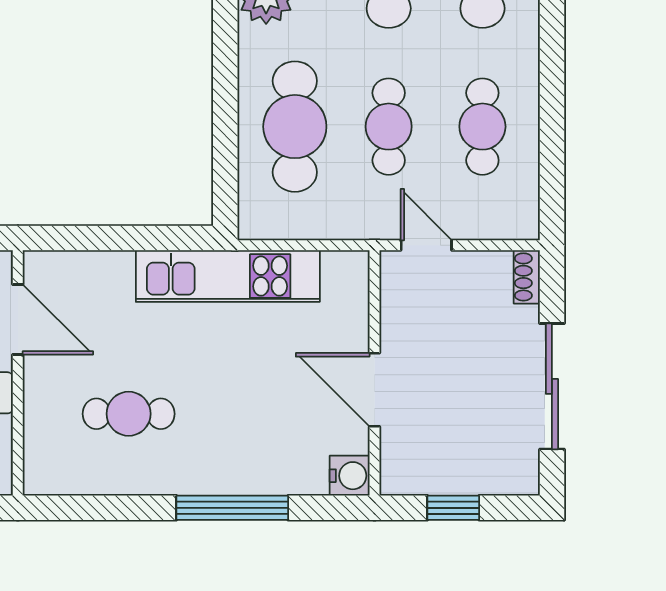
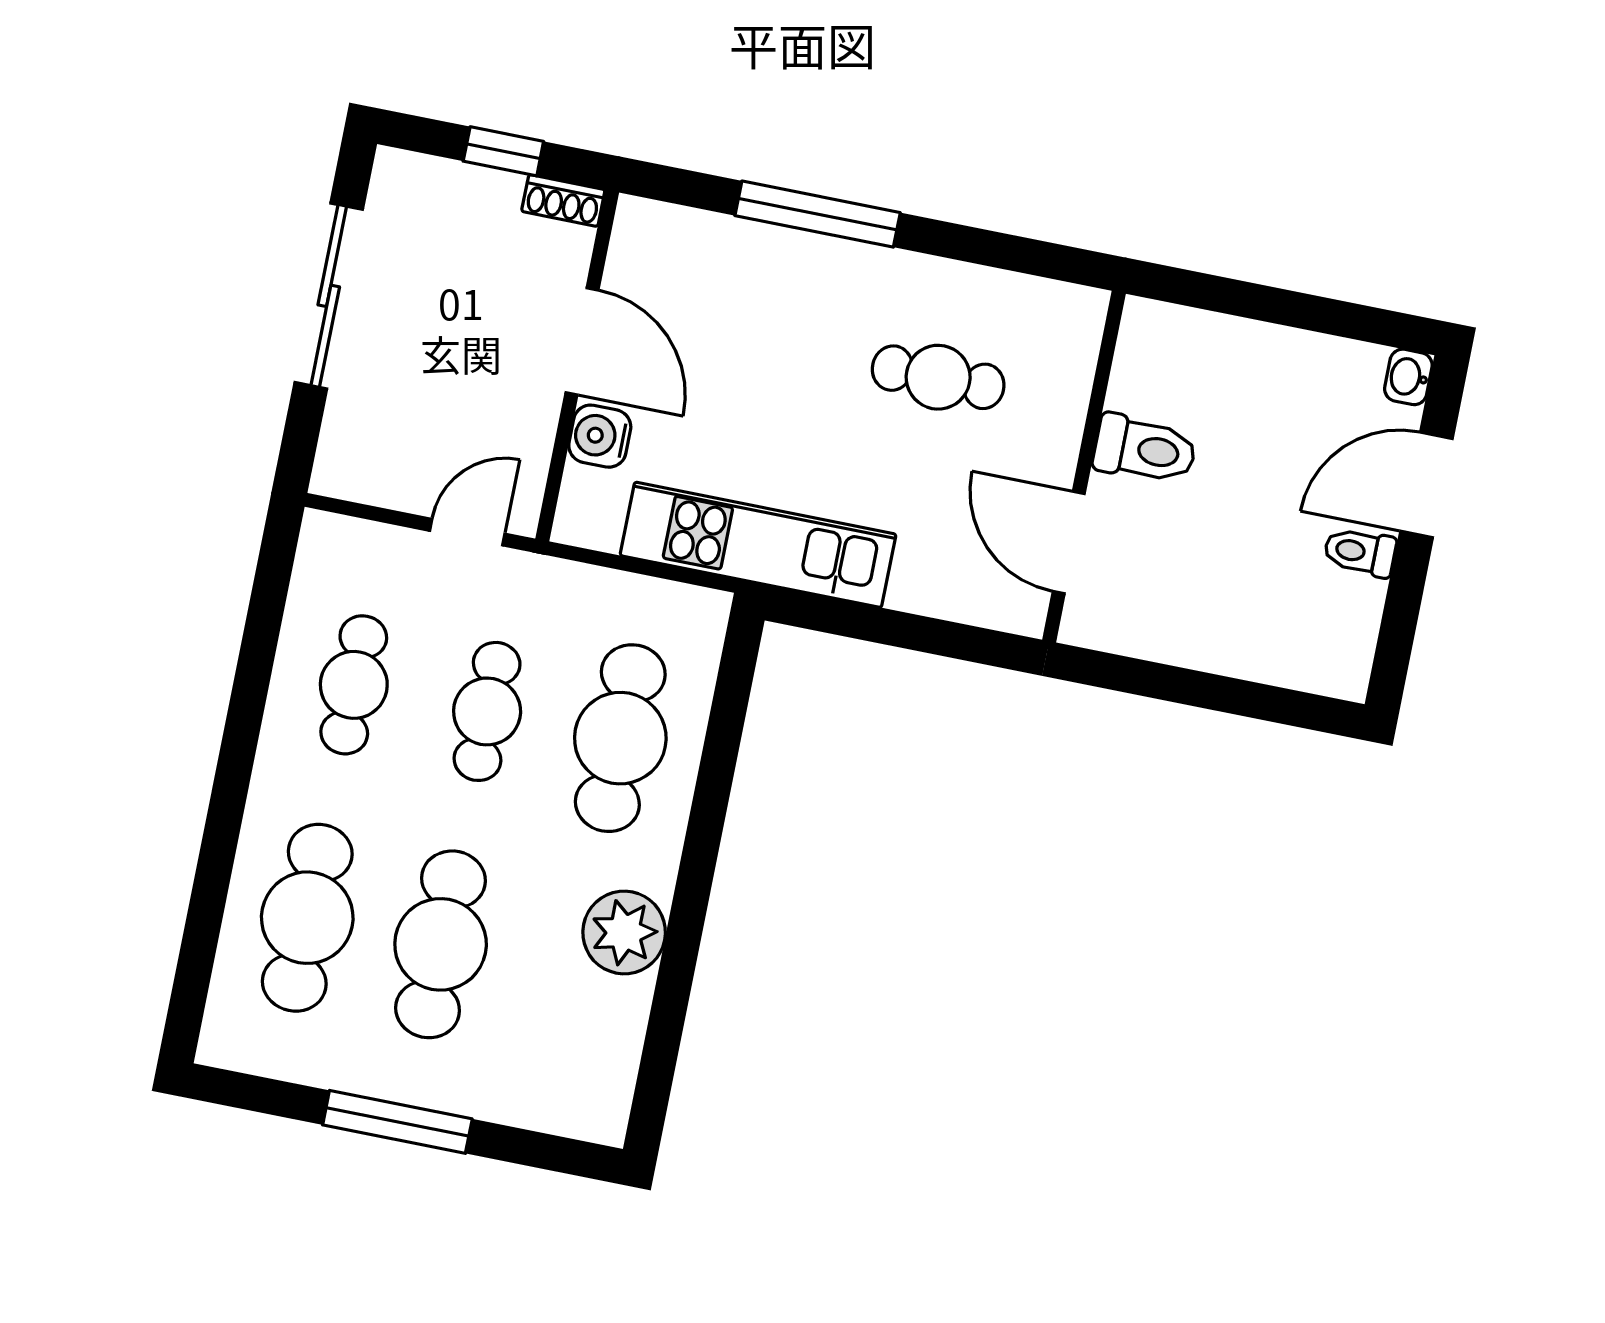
door: (426, 245) -> (467, 532), swing flipped
shoe rack: (527, 277) -> (563, 201), moved, turned 90
water cooler: (350, 476) -> (600, 436), moved

